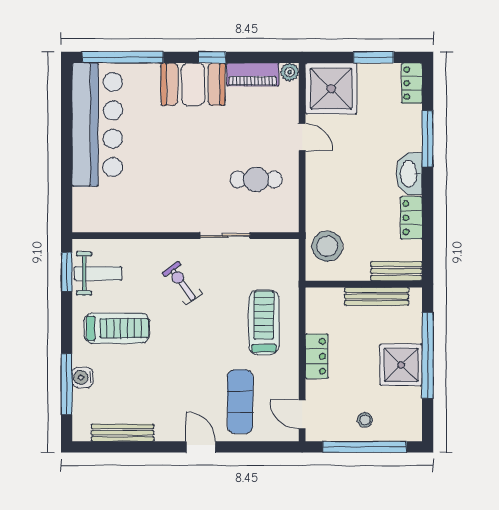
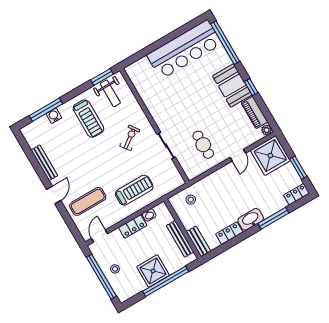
stool: (327, 246) -> (191, 200), width x0.53, depth x0.53
washbasin: (314, 322) -> (149, 215), added
bench: (123, 433) -> (44, 163), moved

